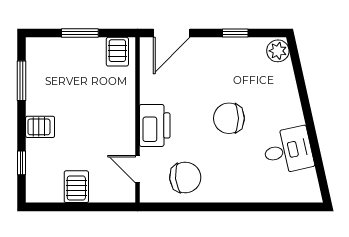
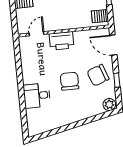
desk: (288, 150) -> (37, 96), moved, turned 103
chair: (185, 177) -> (98, 75), moved, turned 76

